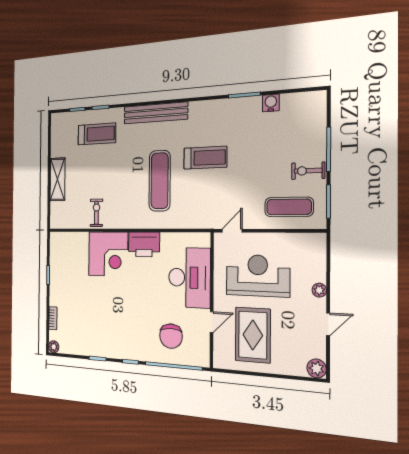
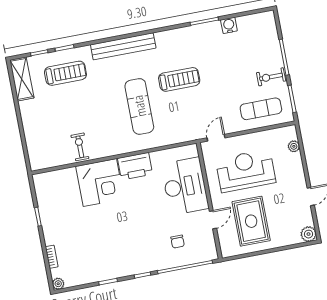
shelving: (57, 179) -> (22, 79), moved
plant: (319, 290) -> (294, 146), moved
chair: (171, 336) -> (178, 242), width x0.54, depth x0.54

